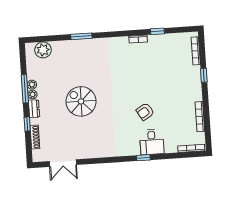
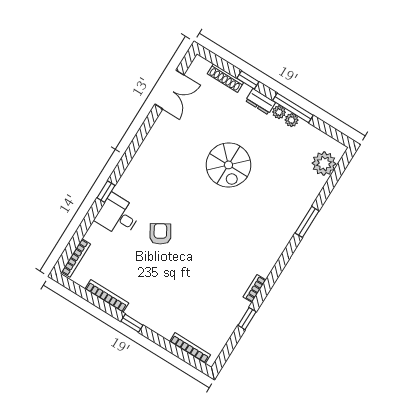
window: (204, 75) -> (132, 323), moved
spiral stairs: (81, 101) -> (228, 165), turned 90
double door: (63, 163) -> (169, 89), swing flipped

